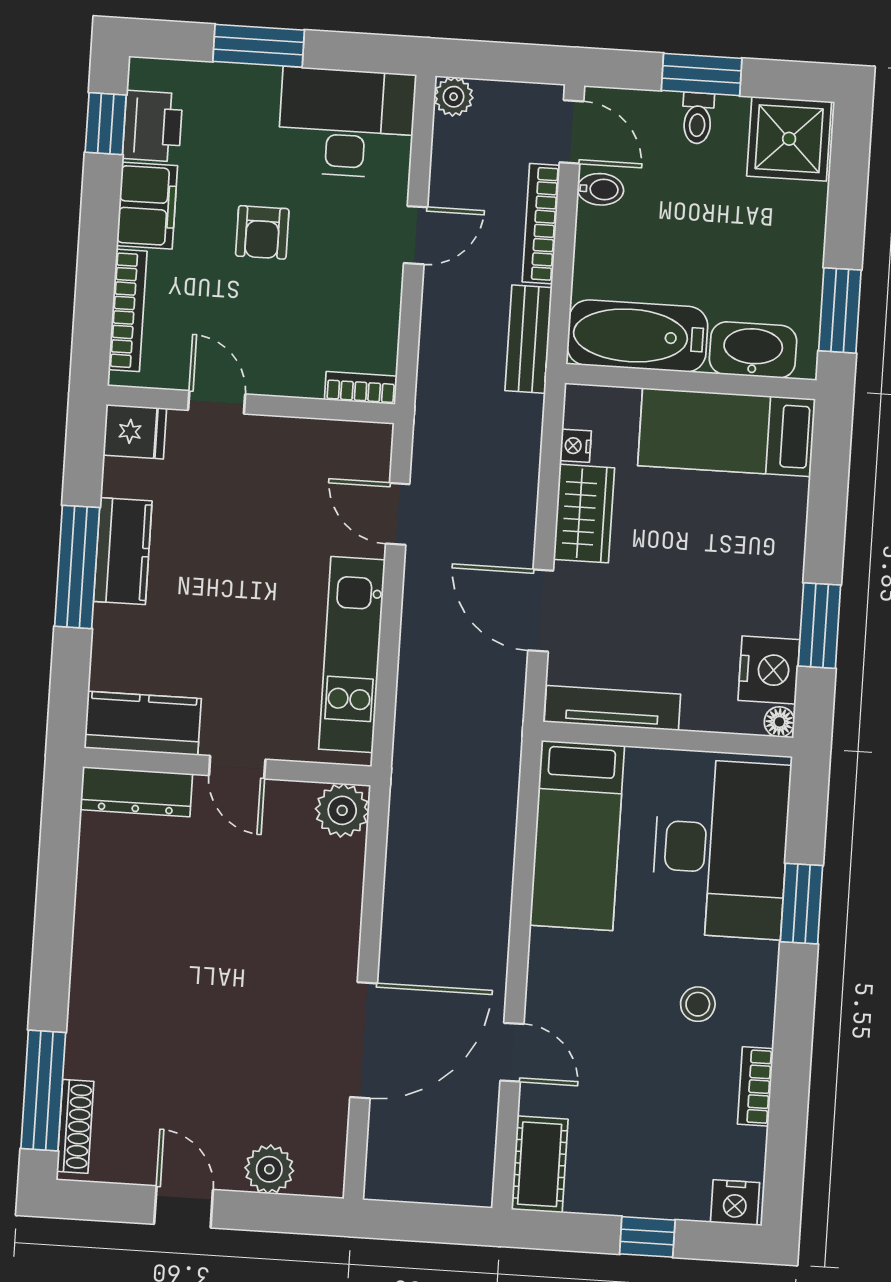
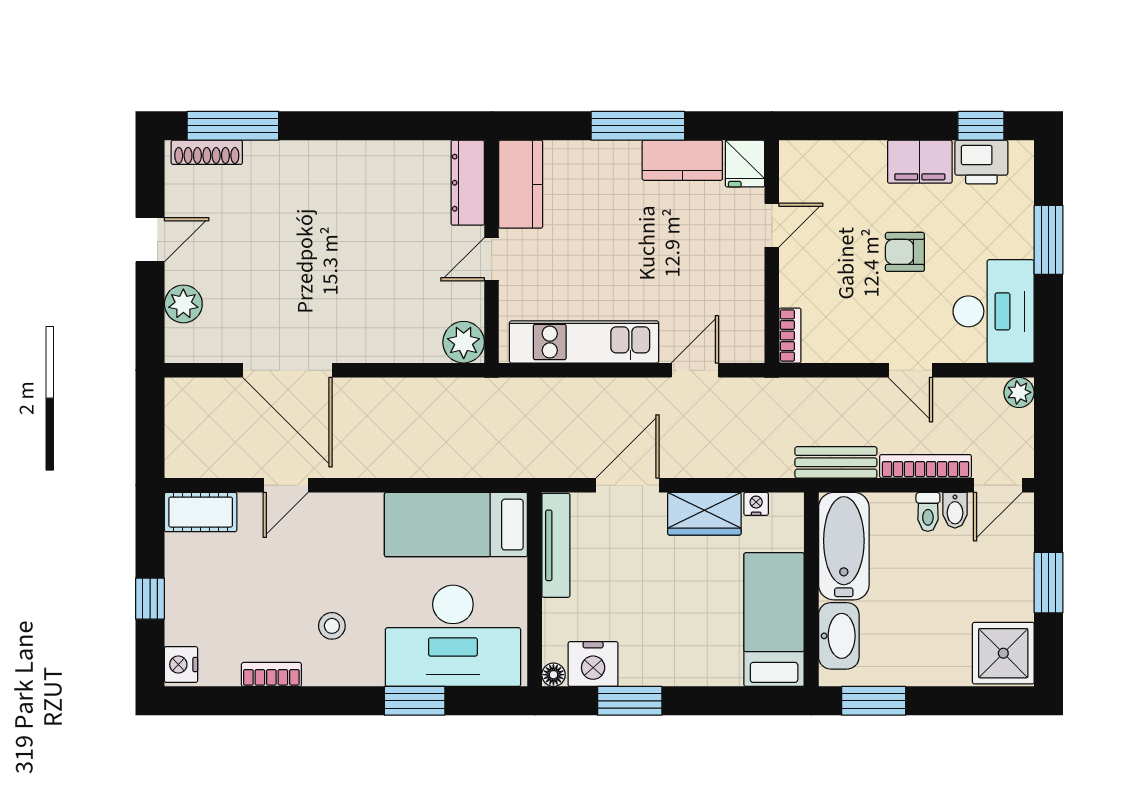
toilet: (698, 118) -> (928, 512), moved, turned -90
bookcase: (128, 310) -> (838, 152), removed
kitchen counter: (123, 551) -> (682, 160), moved

